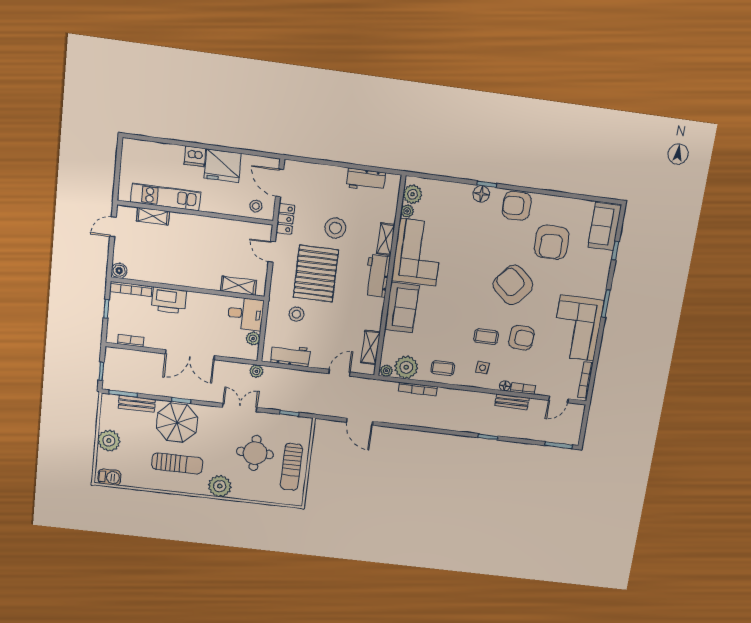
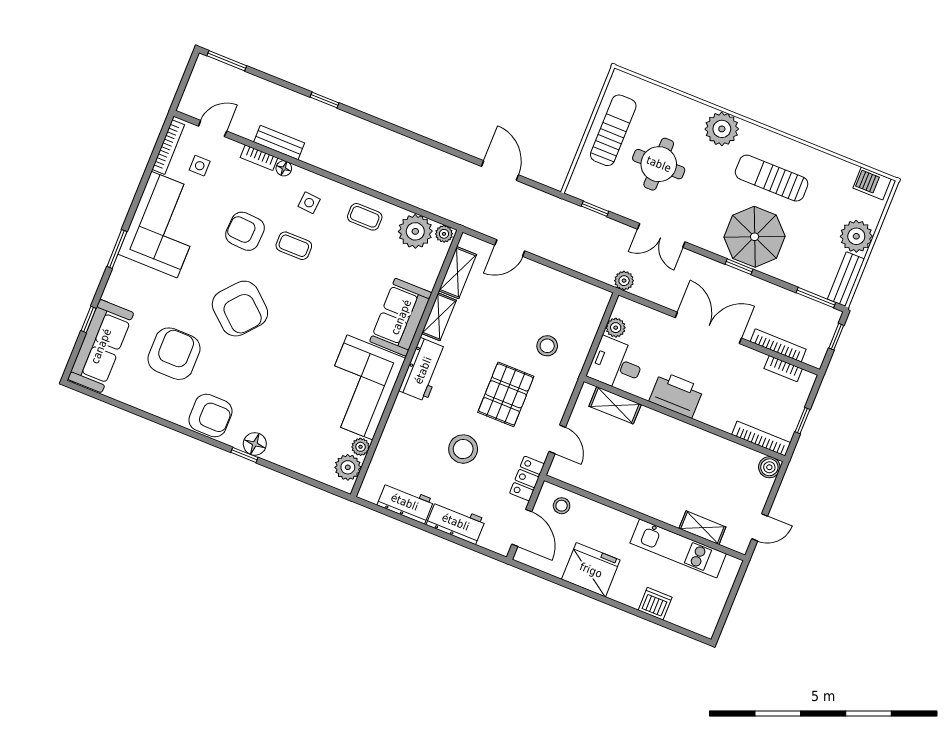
dishwasher: (195, 156) -> (655, 604), moved
sofa: (605, 226) -> (101, 346), width x1.36
shelving: (386, 239) -> (439, 317), moved
pallet: (316, 274) -> (506, 394), width x0.73, depth x0.71
printer: (169, 300) -> (676, 395), moved
workbench: (290, 355) -> (456, 522), moved, turned 180
side table: (562, 373) -> (200, 166), added
bookcase: (418, 389) -> (778, 345), moved
bench: (137, 404) -> (846, 279), moved, turned 90

